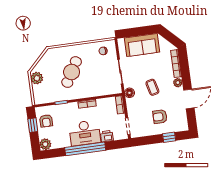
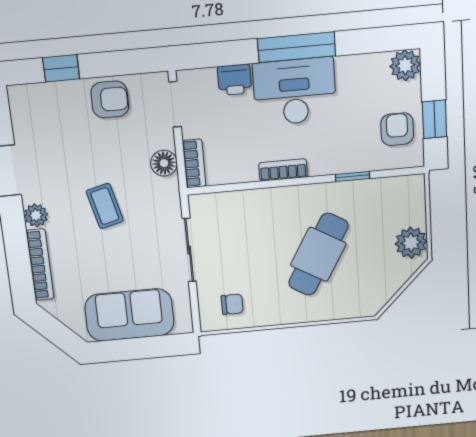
floor lamp: (129, 93) -> (164, 163), moved
armchair: (160, 117) -> (110, 99), moved
window: (85, 149) -> (297, 47), width x0.68

